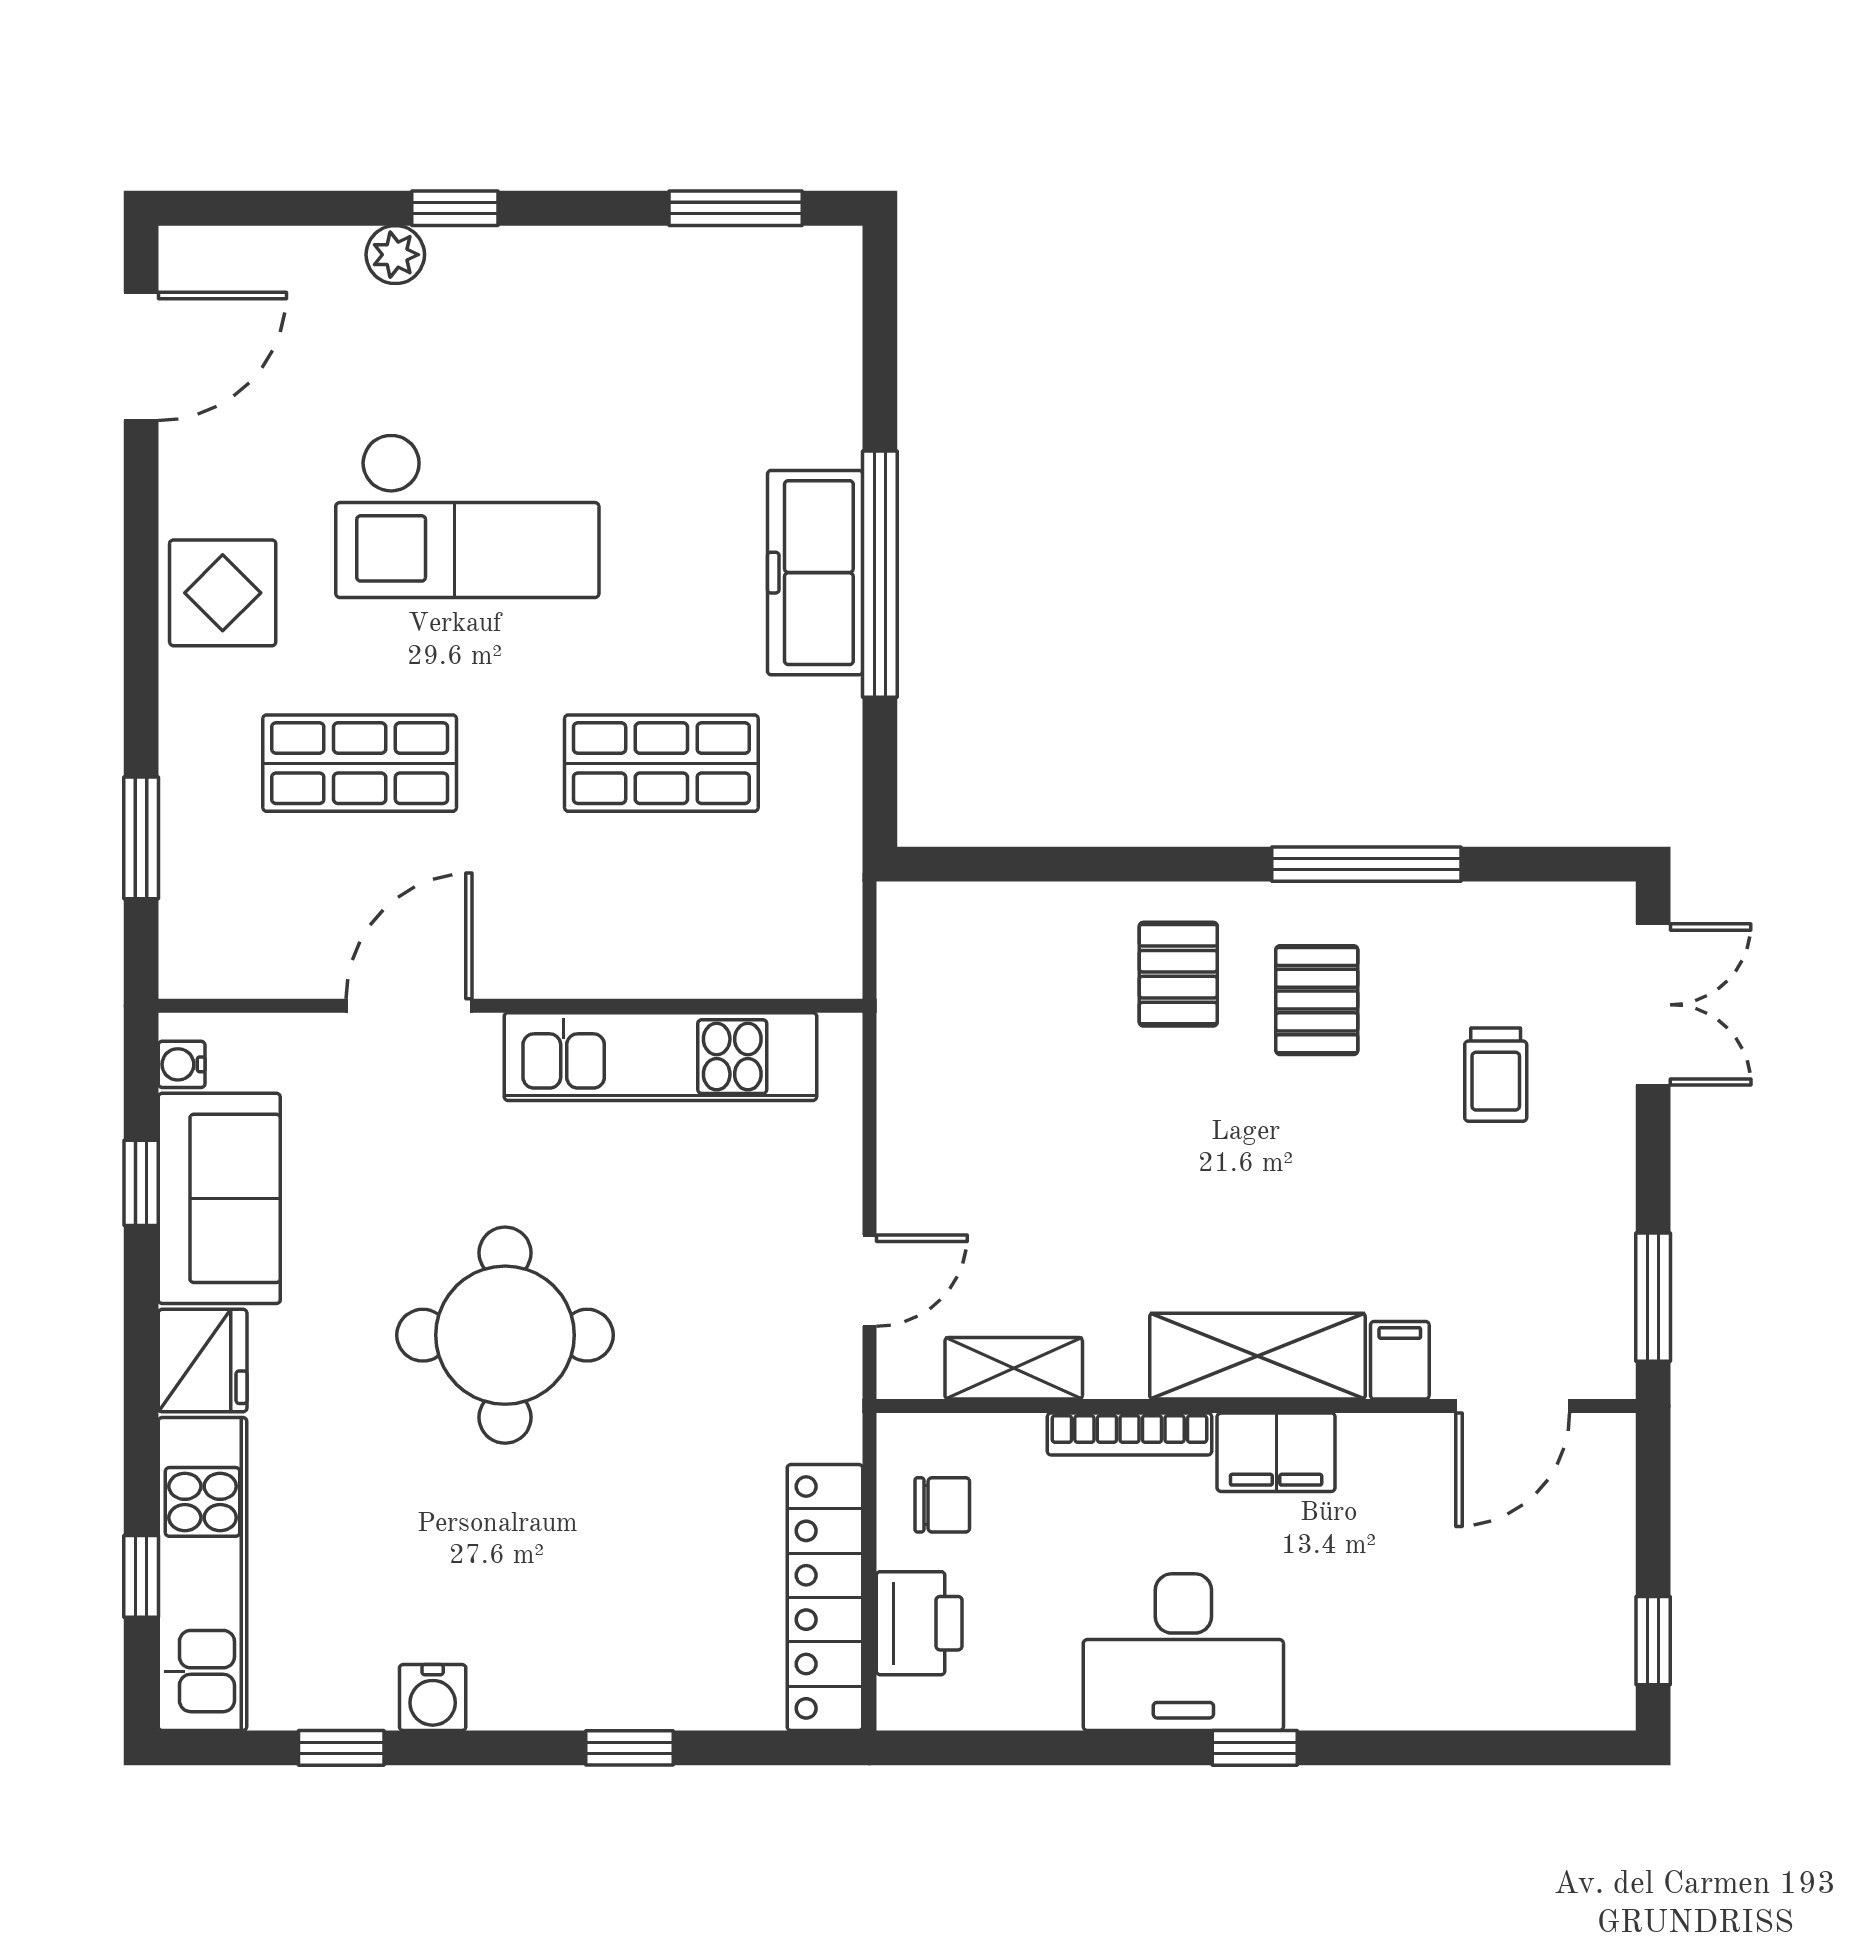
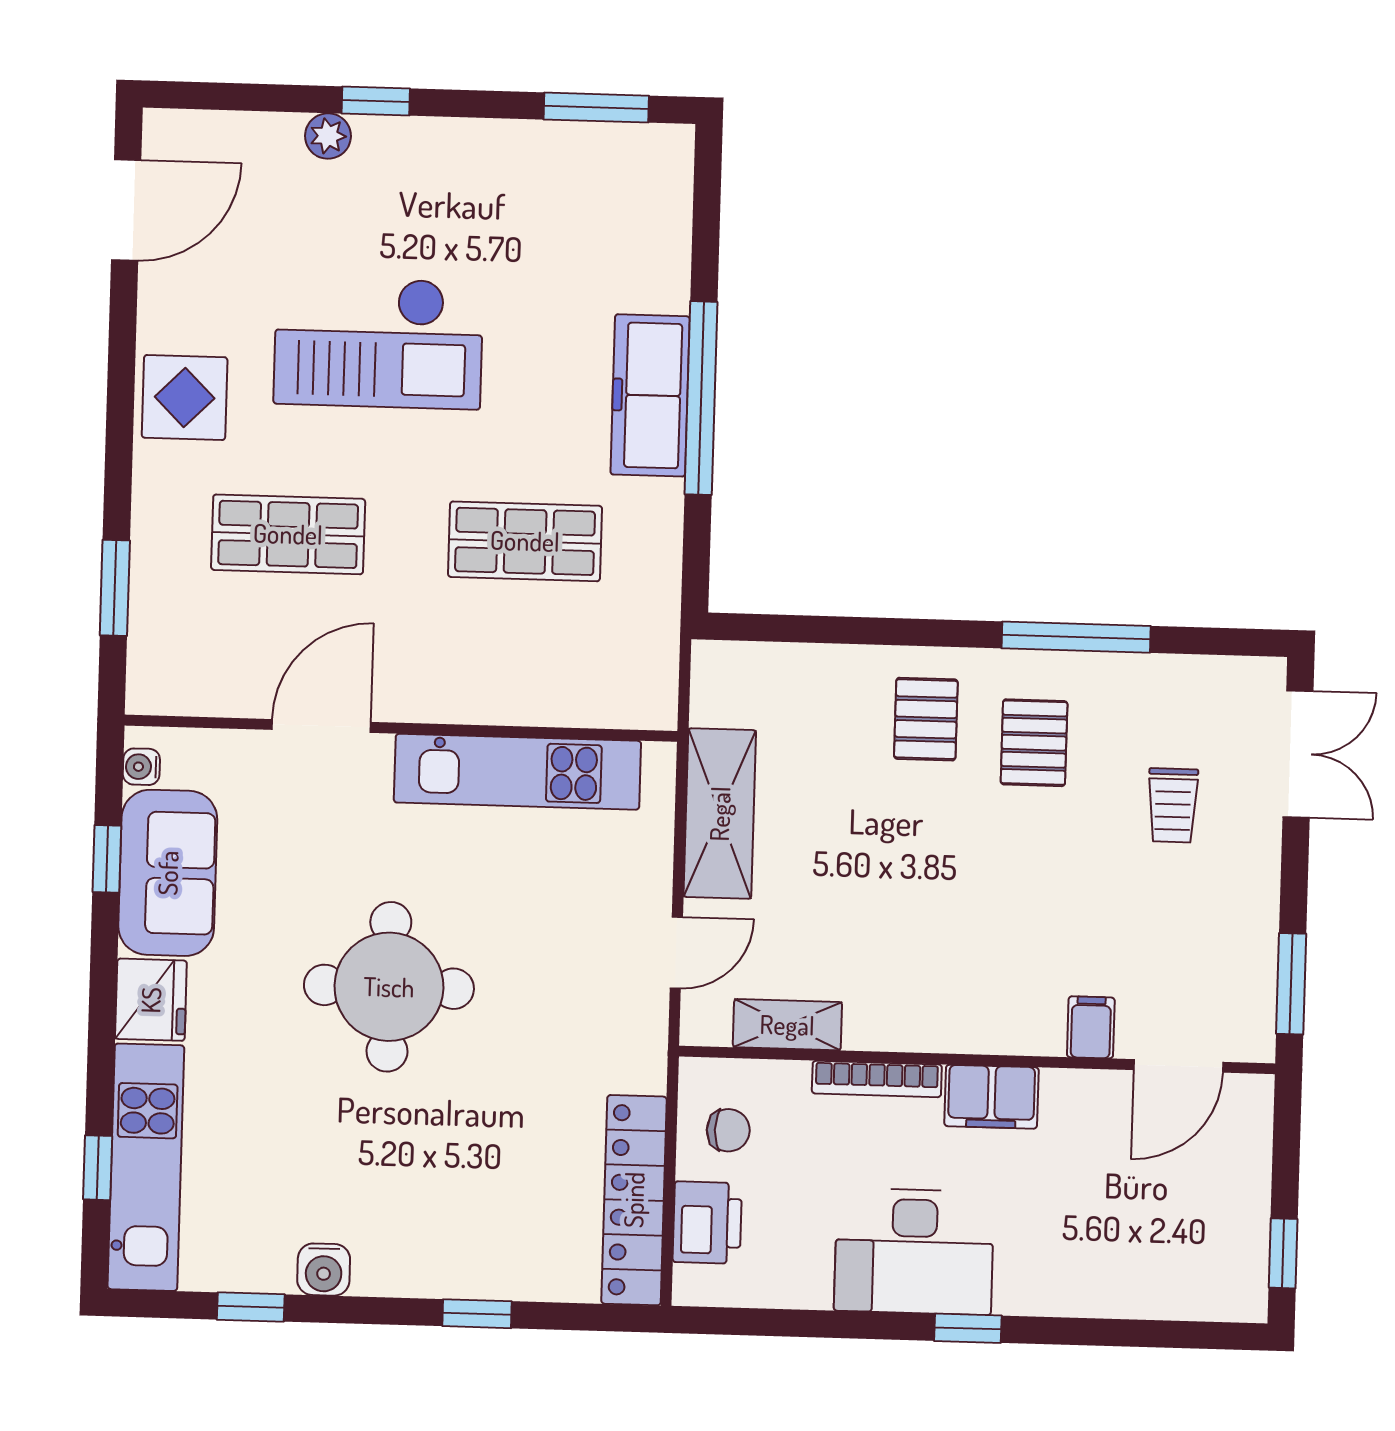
shelving: (1257, 1356) -> (720, 814), moved, turned 90

